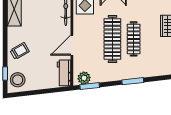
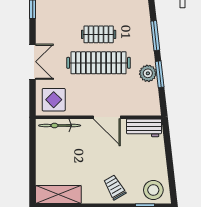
clothes rail: (134, 39) -> (99, 34), width x0.73
plant: (84, 78) -> (148, 73), moved
window: (90, 86) -> (160, 74), moved

